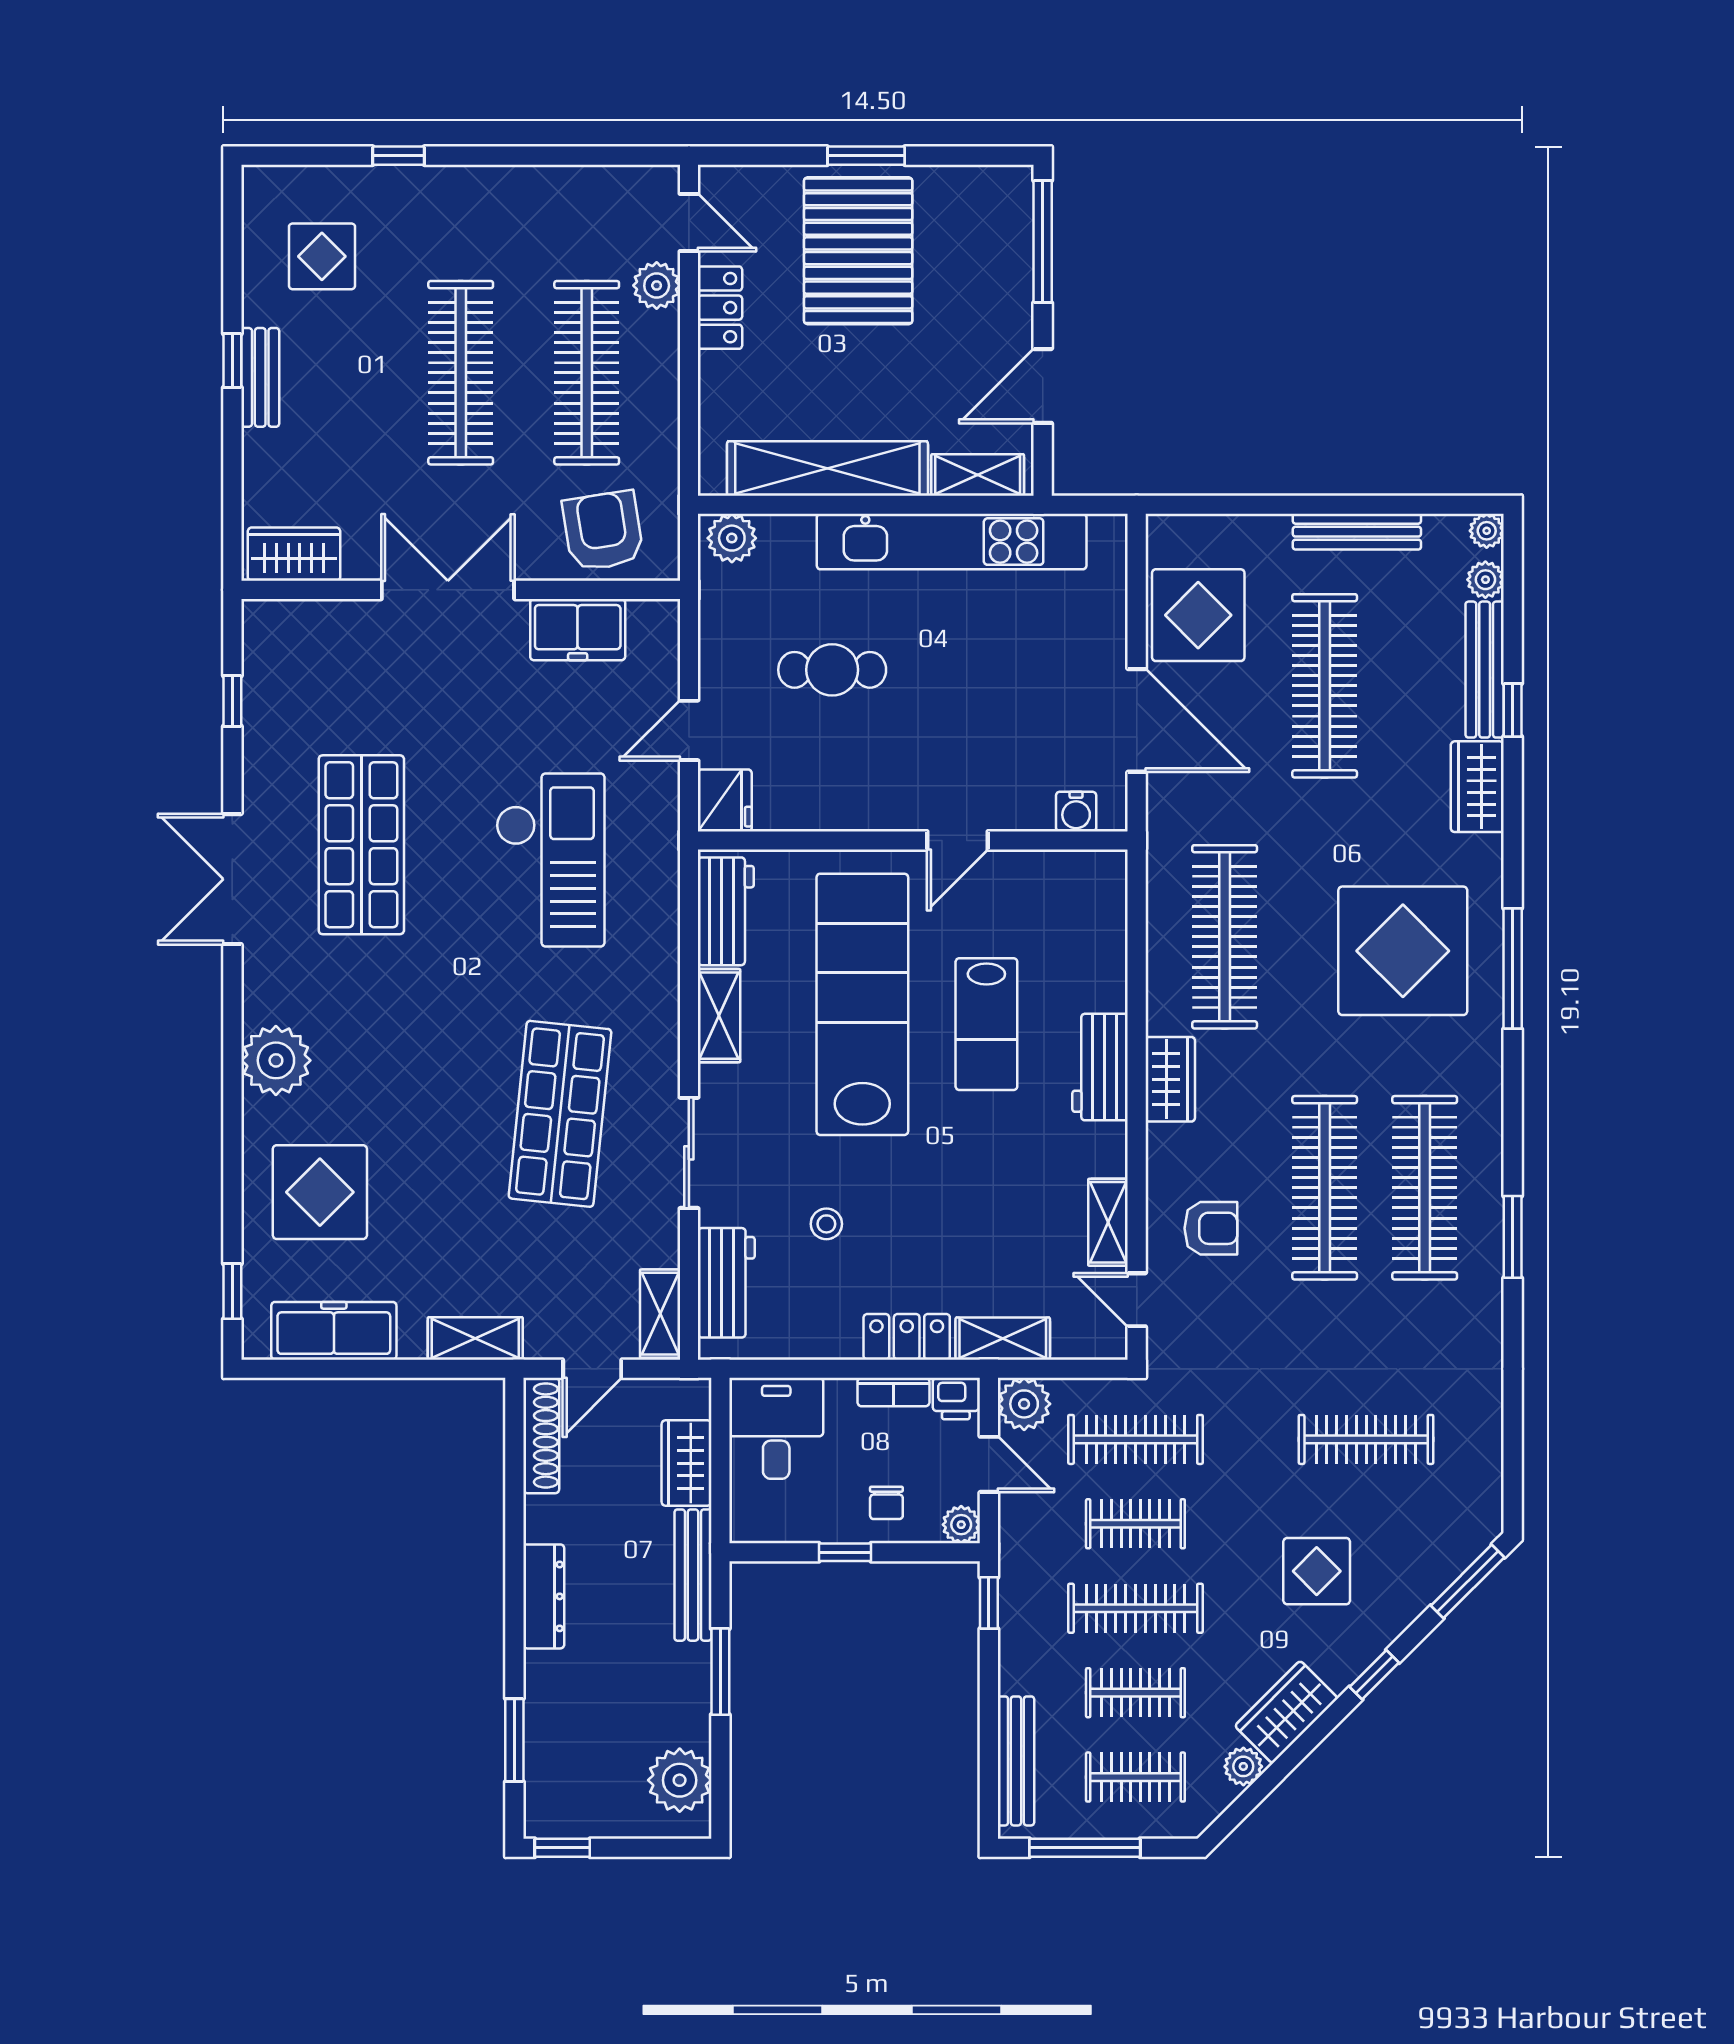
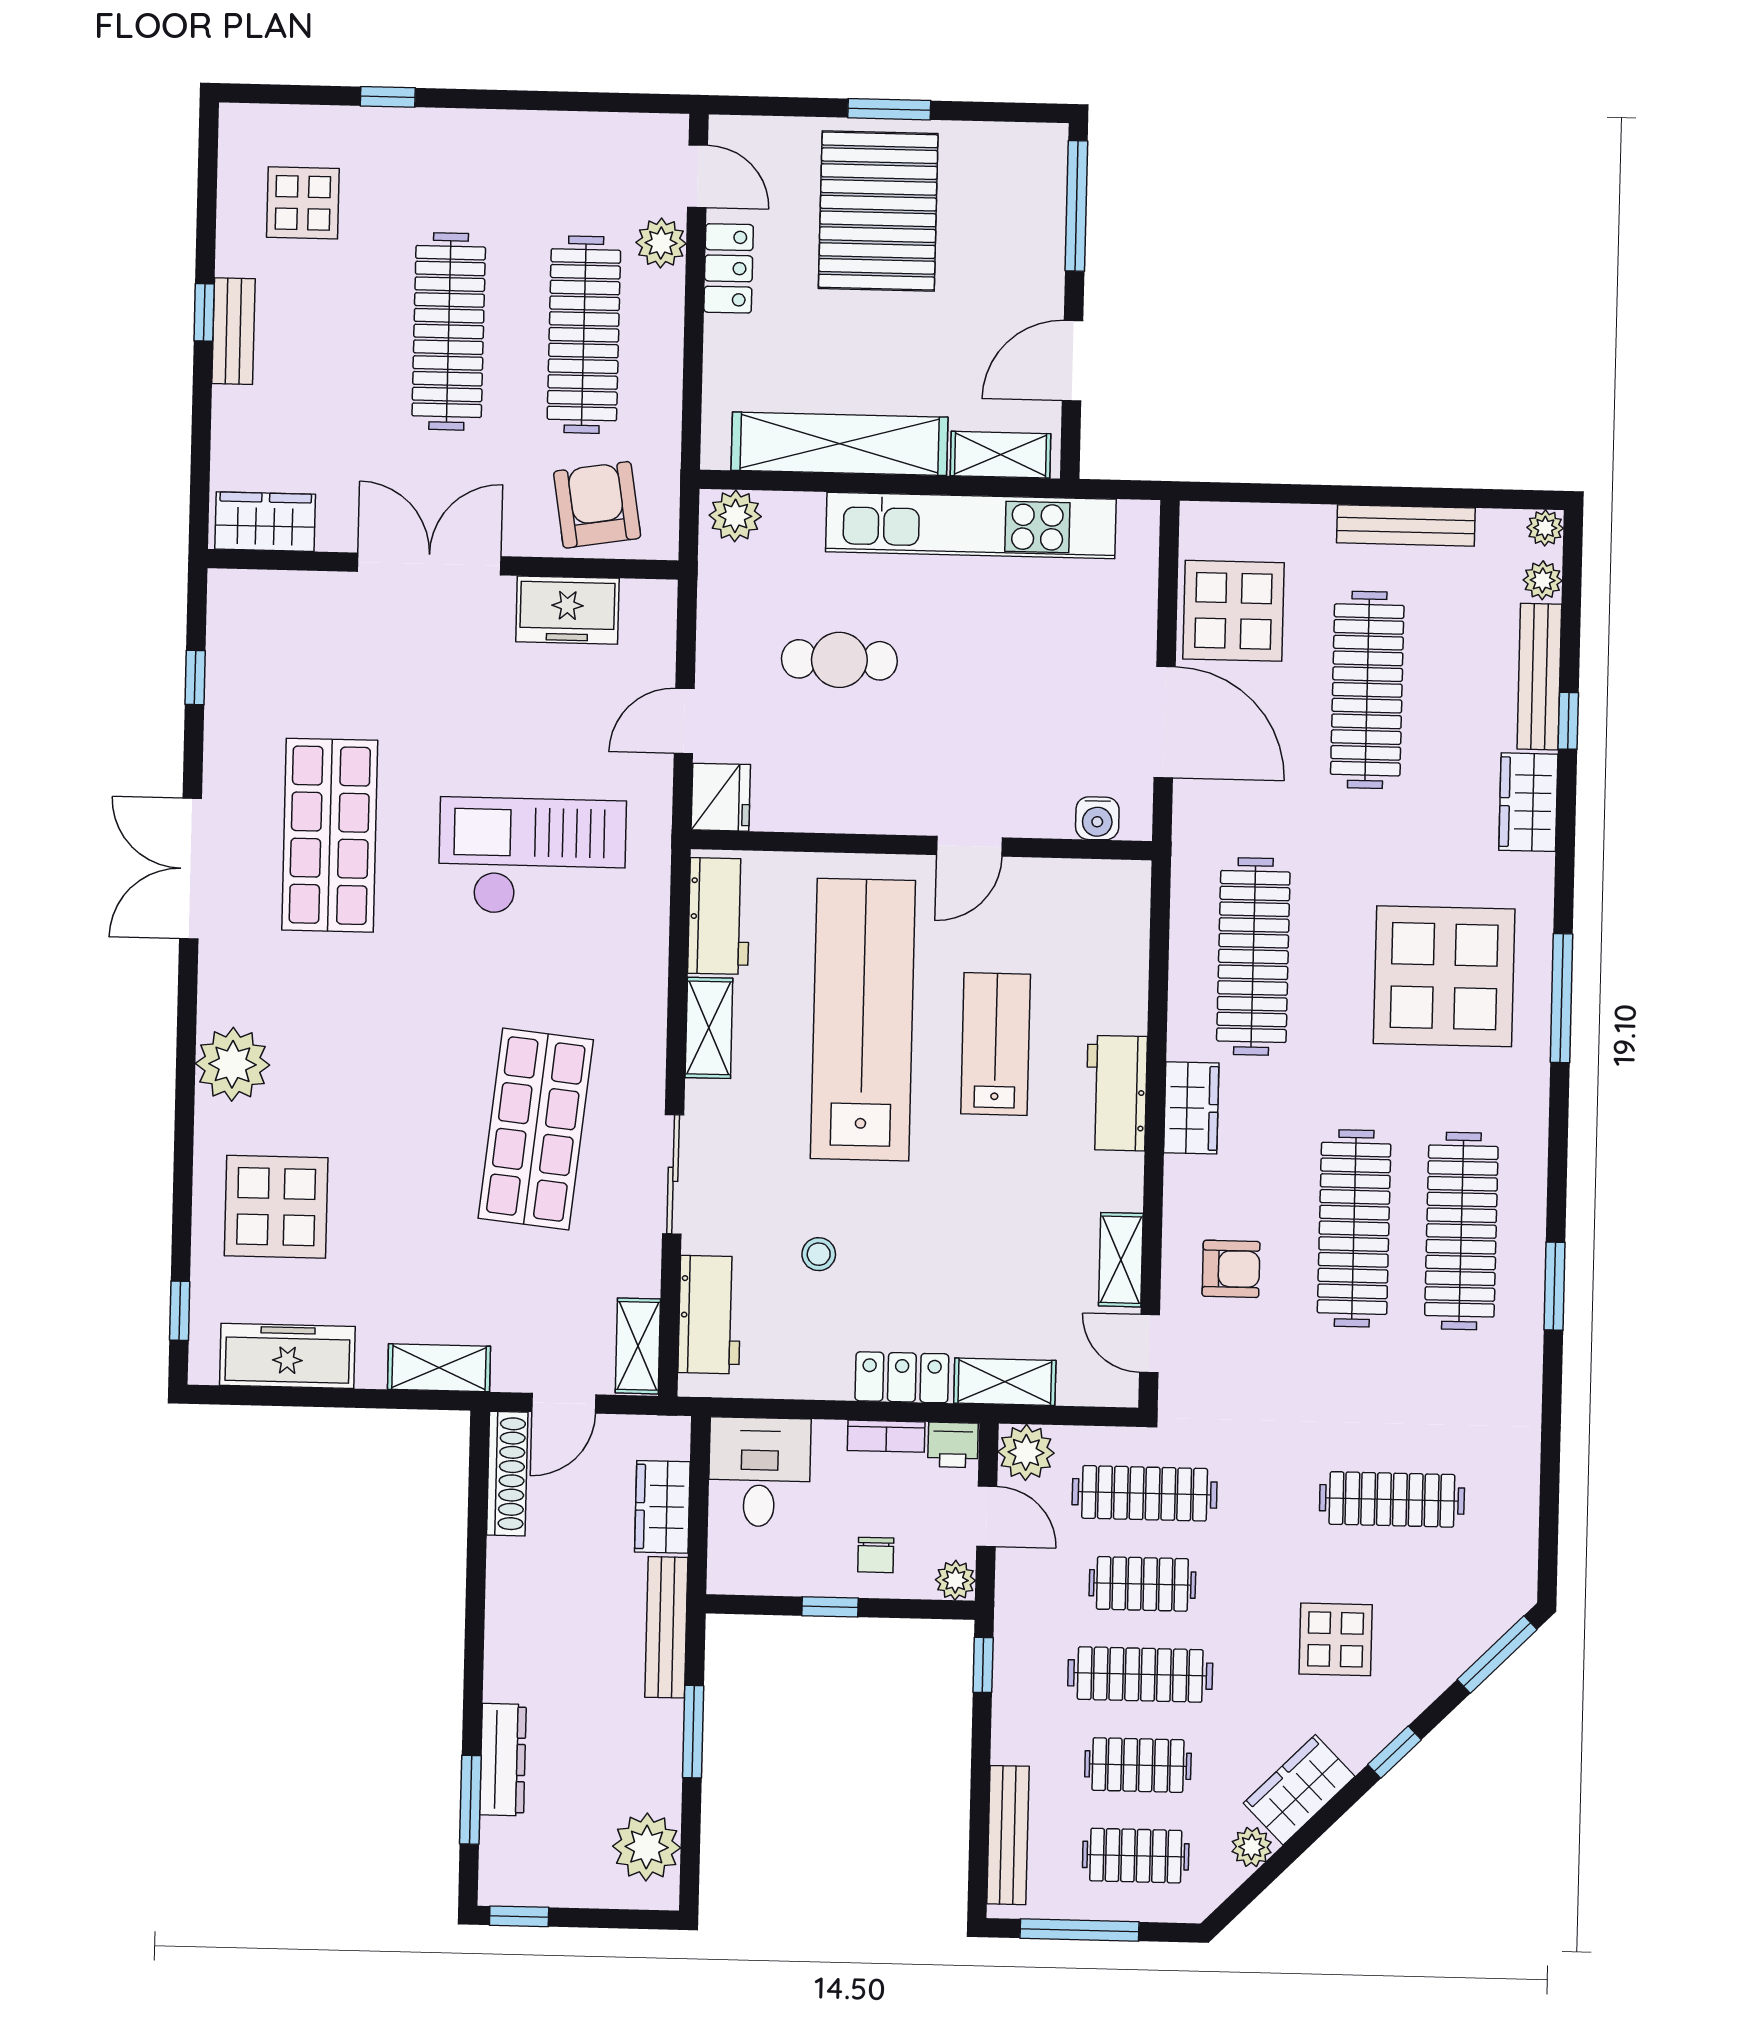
checkout: (550, 860) -> (532, 856), turned -90
lab bench: (986, 1024) -> (996, 1044), turned 180
dresser: (544, 1596) -> (503, 1760), moved

